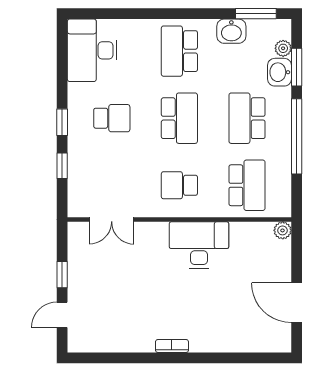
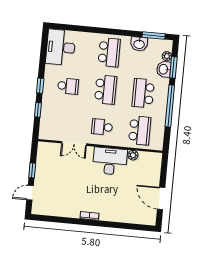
school desk: (179, 51) -> (109, 52), turned 180
double door: (112, 220) -> (74, 143), moved
plant: (283, 230) -> (133, 155), moved

